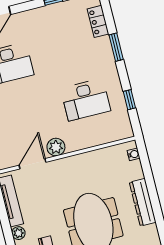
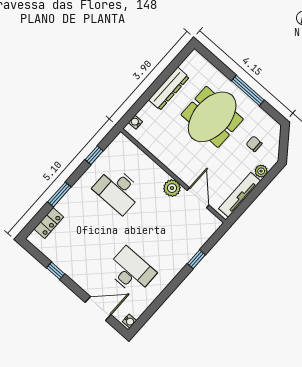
desk: (86, 100) -> (118, 190), turned 180
door: (33, 164) -> (198, 198), swing flipped

